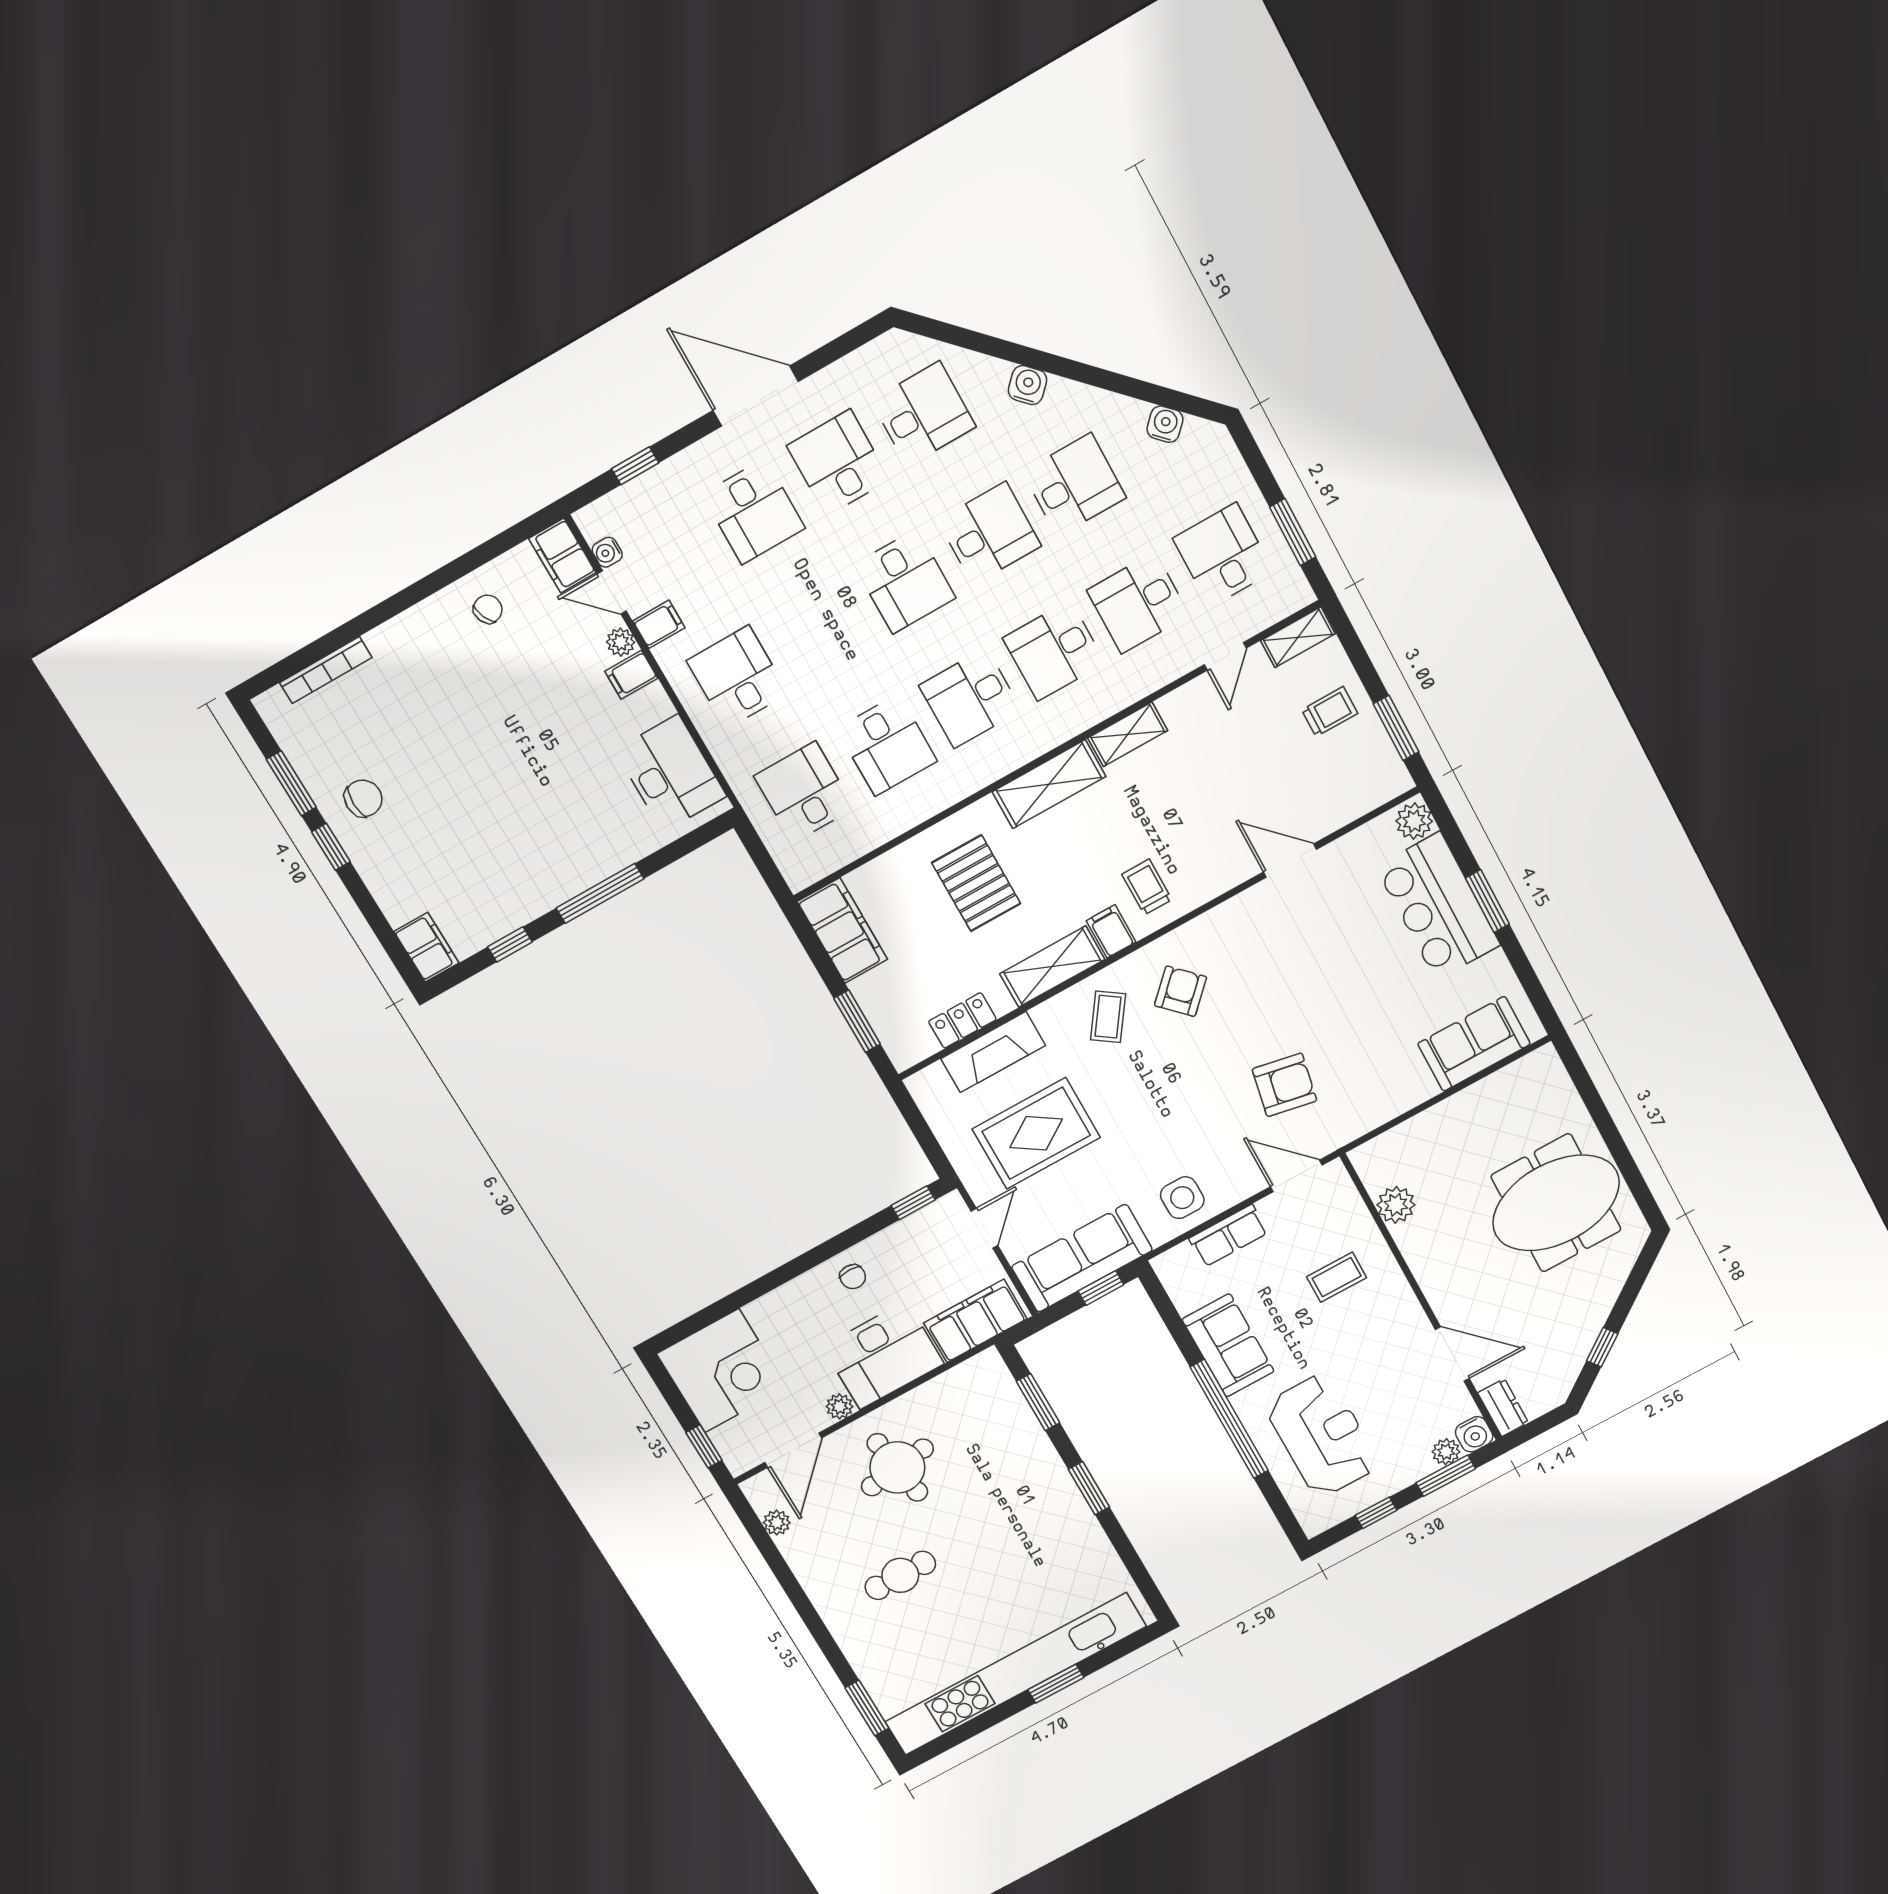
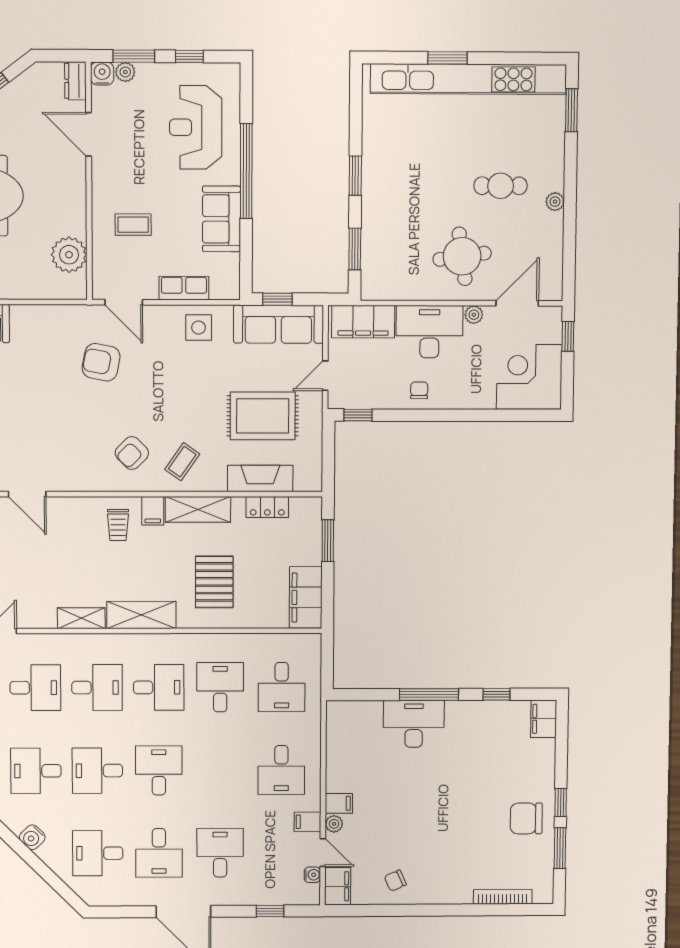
desk: (671, 773) -> (414, 724), moved, turned 90
chair: (363, 798) -> (526, 818), width x1.37, depth x1.37
plant: (1396, 1205) -> (69, 255), width x1.36, depth x1.36
plant: (777, 1523) -> (555, 202), moved

